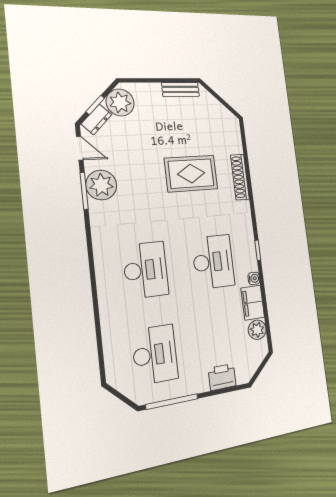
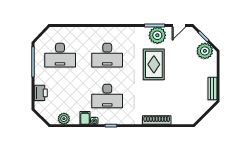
dresser: (96, 119) -> (195, 36), removed
rug: (191, 174) -> (154, 64), moved
filing cabinet: (253, 303) -> (85, 118), width x0.50

